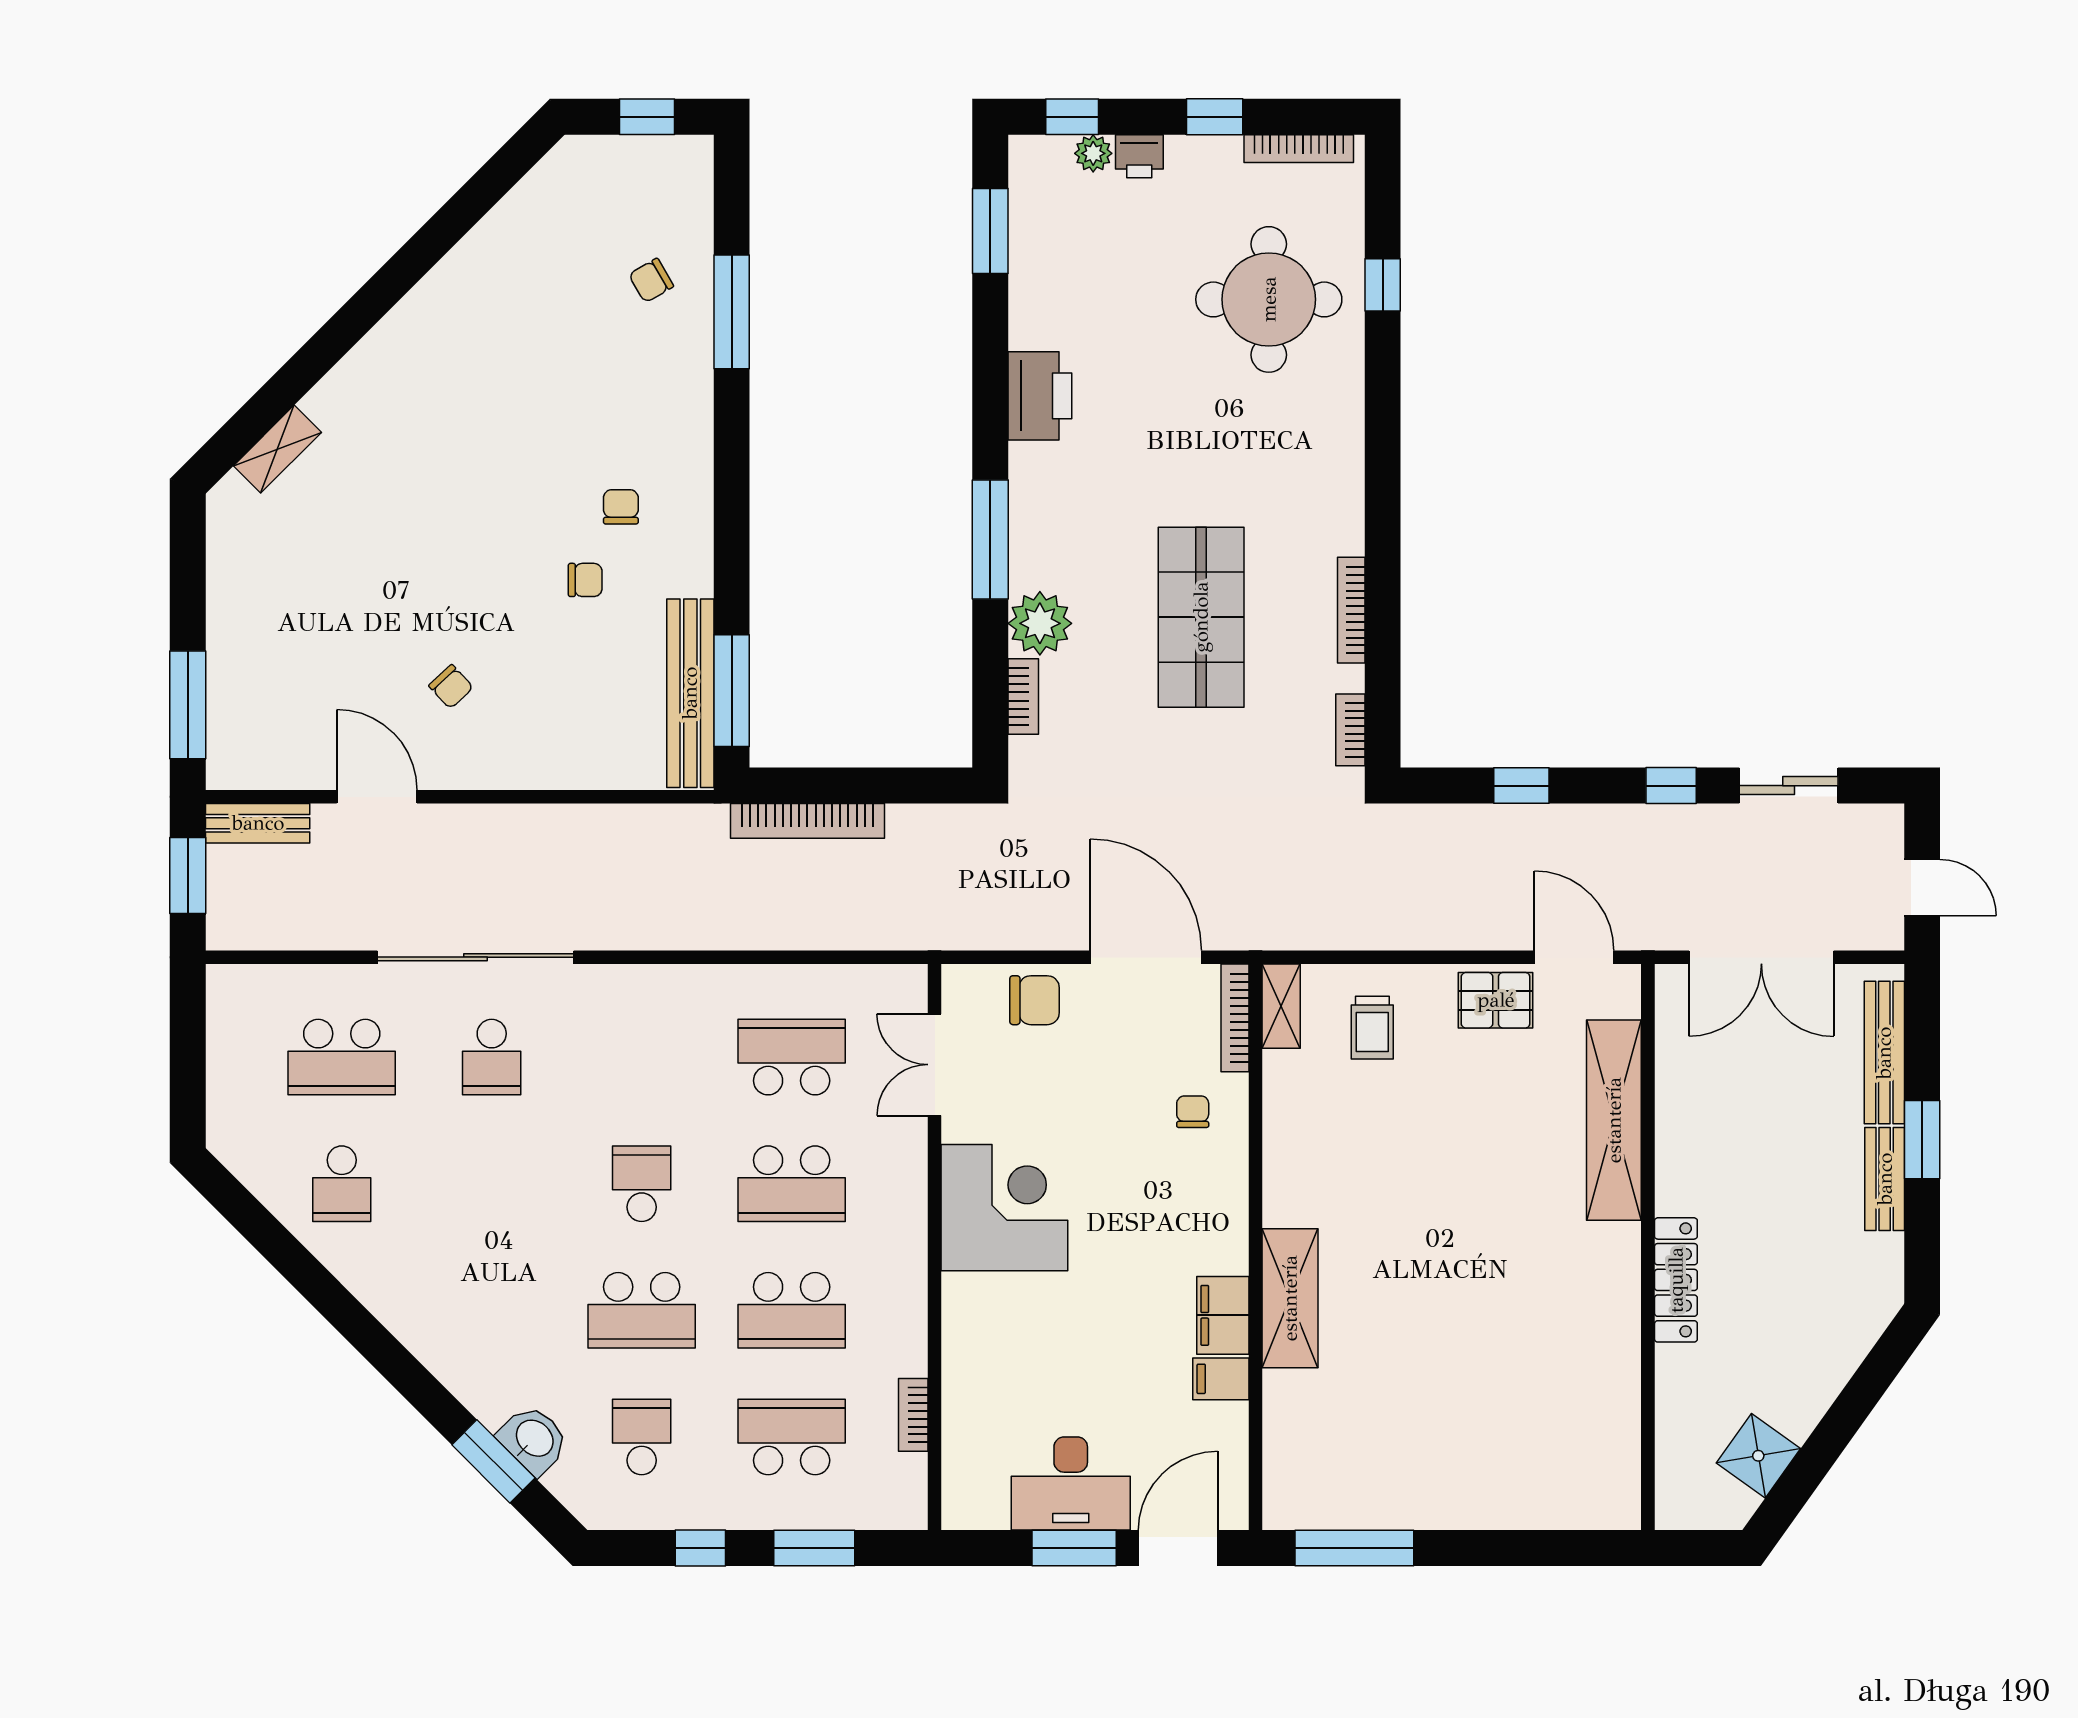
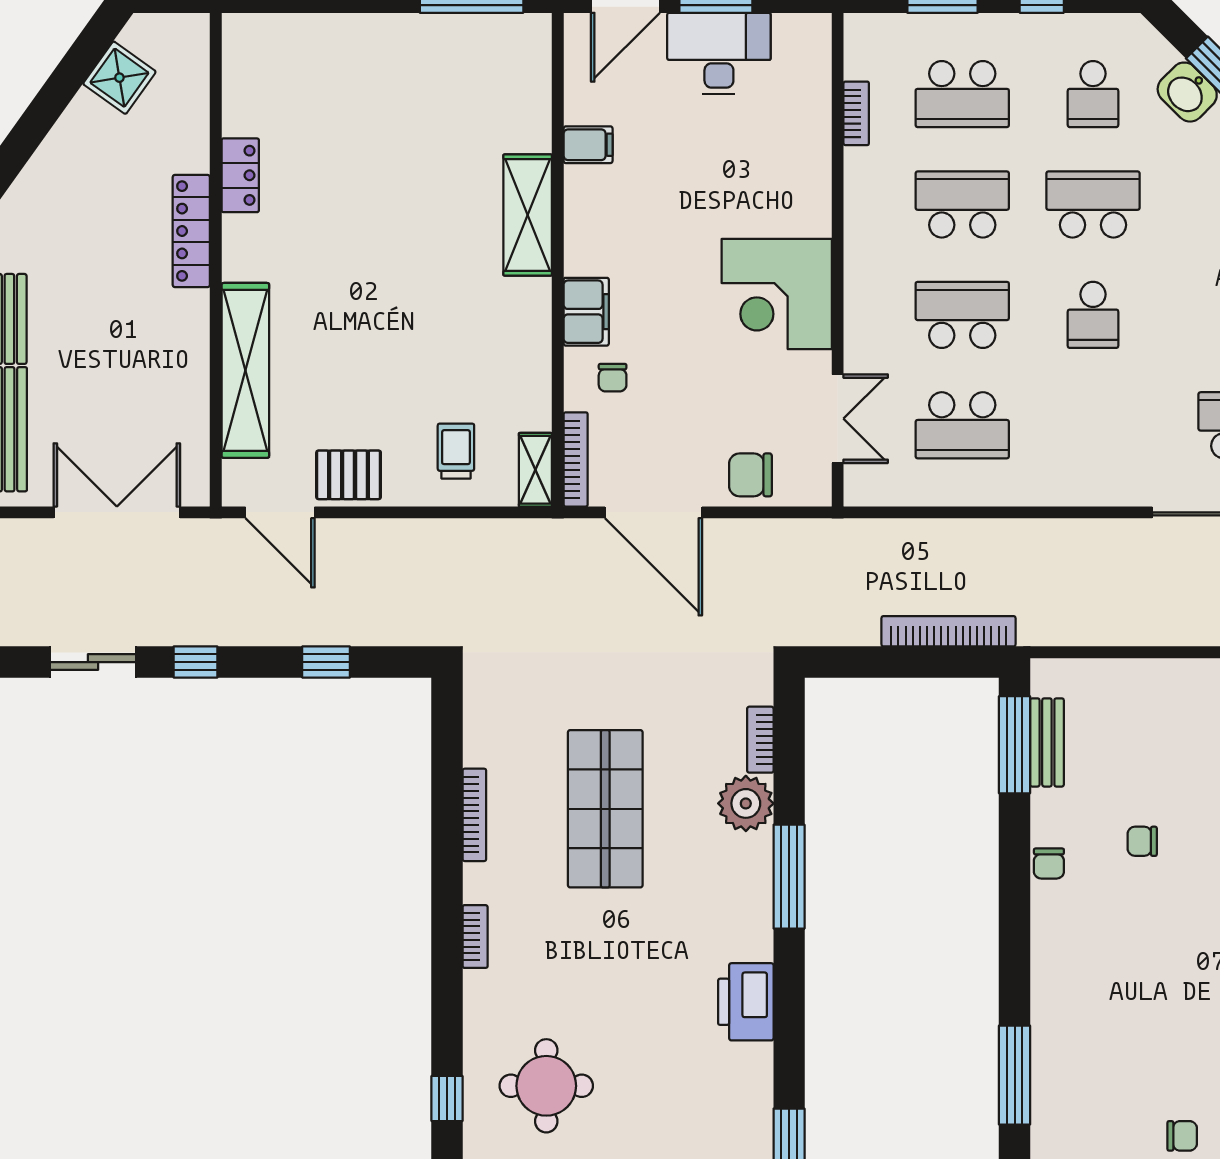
chair: (651, 280) -> (1182, 1136), moved, turned 30
round table: (1269, 299) -> (546, 1086), width x0.73, depth x0.73
chair: (621, 507) -> (1049, 864), moved
bench: (690, 693) -> (1047, 742), width x0.54, depth x0.82
bookcase: (1350, 730) -> (475, 937), moved
filing cabinet: (1223, 1315) -> (586, 312), moved
locker: (1620, 1344) -> (240, 175), added

